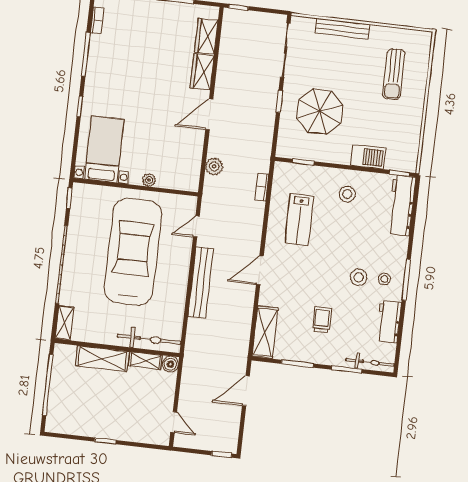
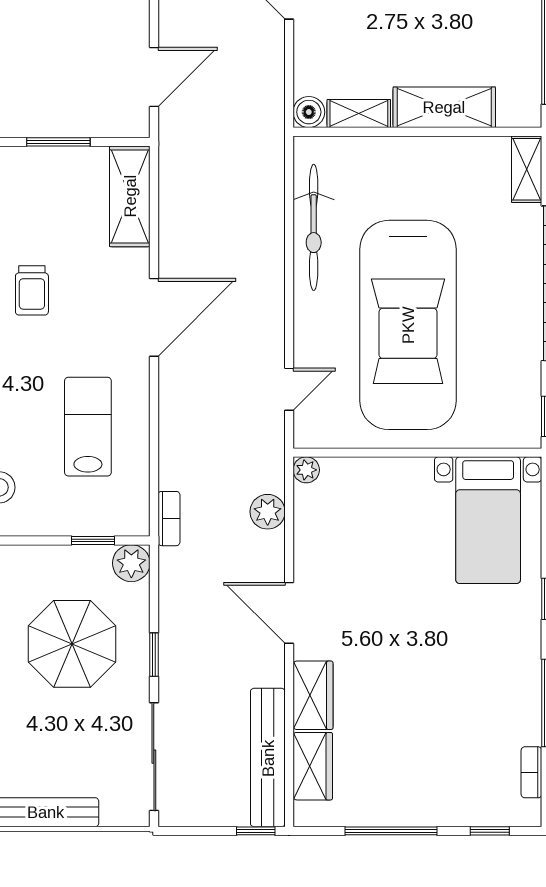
door: (209, 114) -> (289, 613), swing flipped
plant: (285, 148) -> (131, 563), added
plant: (149, 180) -> (306, 470), moved
bookcase: (262, 187) -> (169, 519), moved
door: (260, 270) -> (154, 317), width x1.36
bench: (201, 282) -> (268, 758), moved
trolley: (322, 320) -> (32, 290), moved
bicycle: (149, 339) -> (314, 227), moved, turned -90

